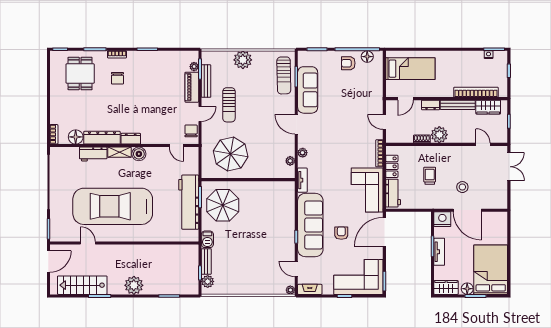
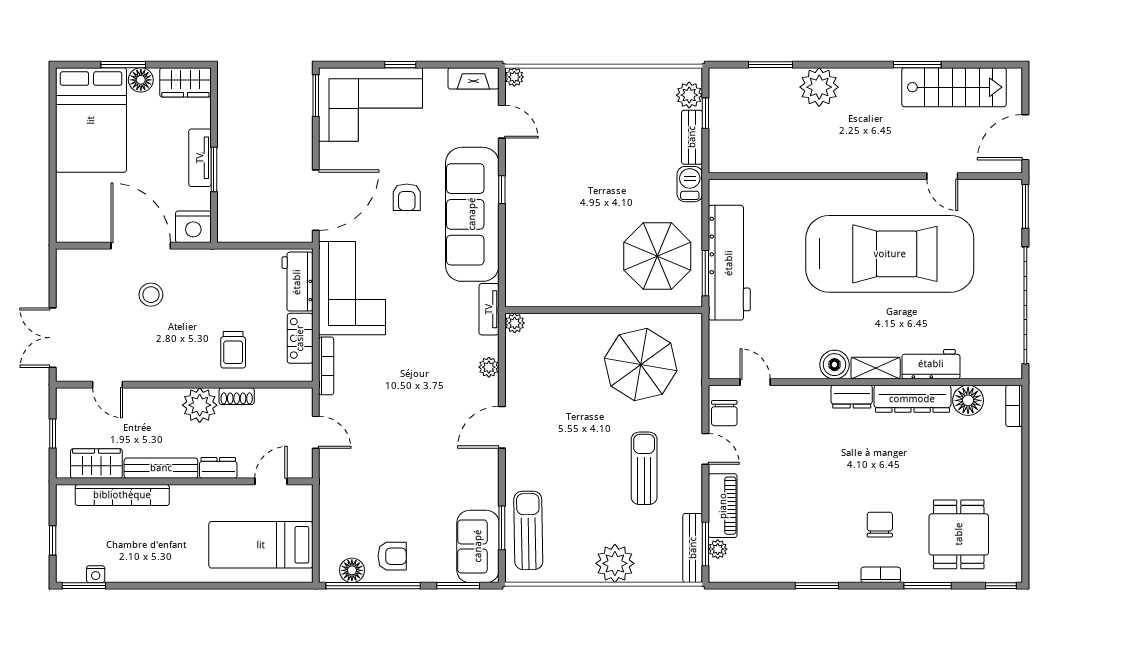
bench: (206, 81) -> (693, 548), moved
sofa: (308, 90) -> (478, 546), moved, width x0.73
door: (200, 114) -> (705, 449), swing flipped
door: (296, 124) -> (502, 427), swing flipped
plant: (290, 161) -> (515, 323), moved
trolley: (430, 176) -> (233, 350), moved
plant: (134, 285) -> (819, 87), moved

